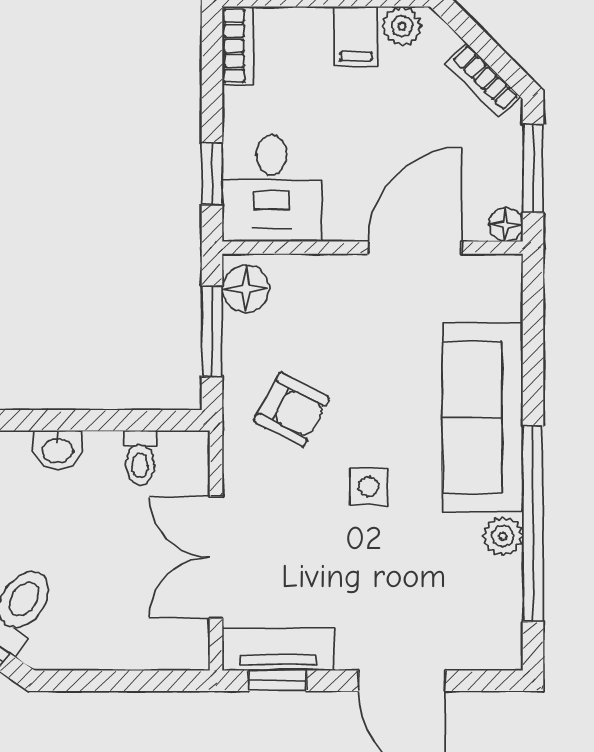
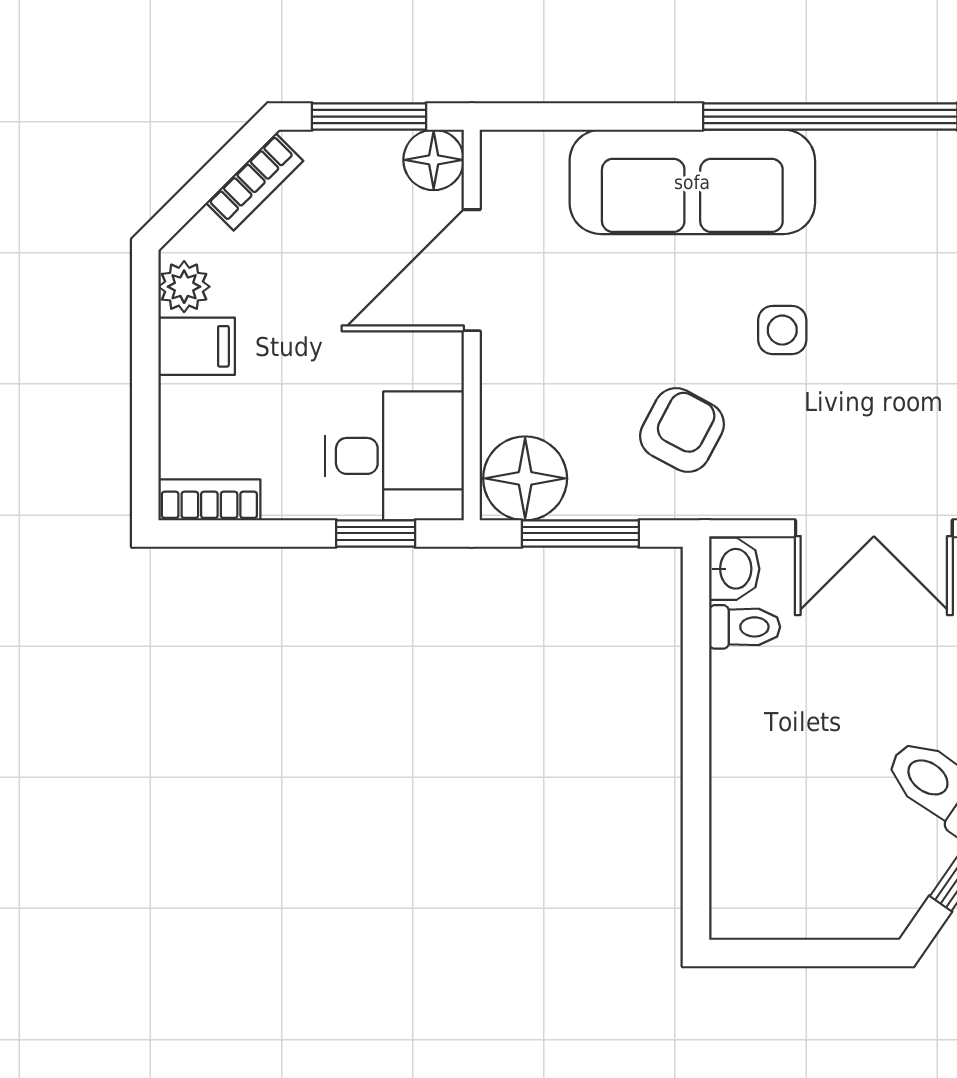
floor lamp: (506, 225) -> (434, 160), width x1.37, depth x1.37
door: (415, 248) -> (472, 270), hinge flipped
floor lamp: (246, 289) -> (525, 478), width x1.38, depth x1.38
washbasin: (58, 450) -> (734, 569), moved
plant: (503, 536) -> (846, 156), removed

